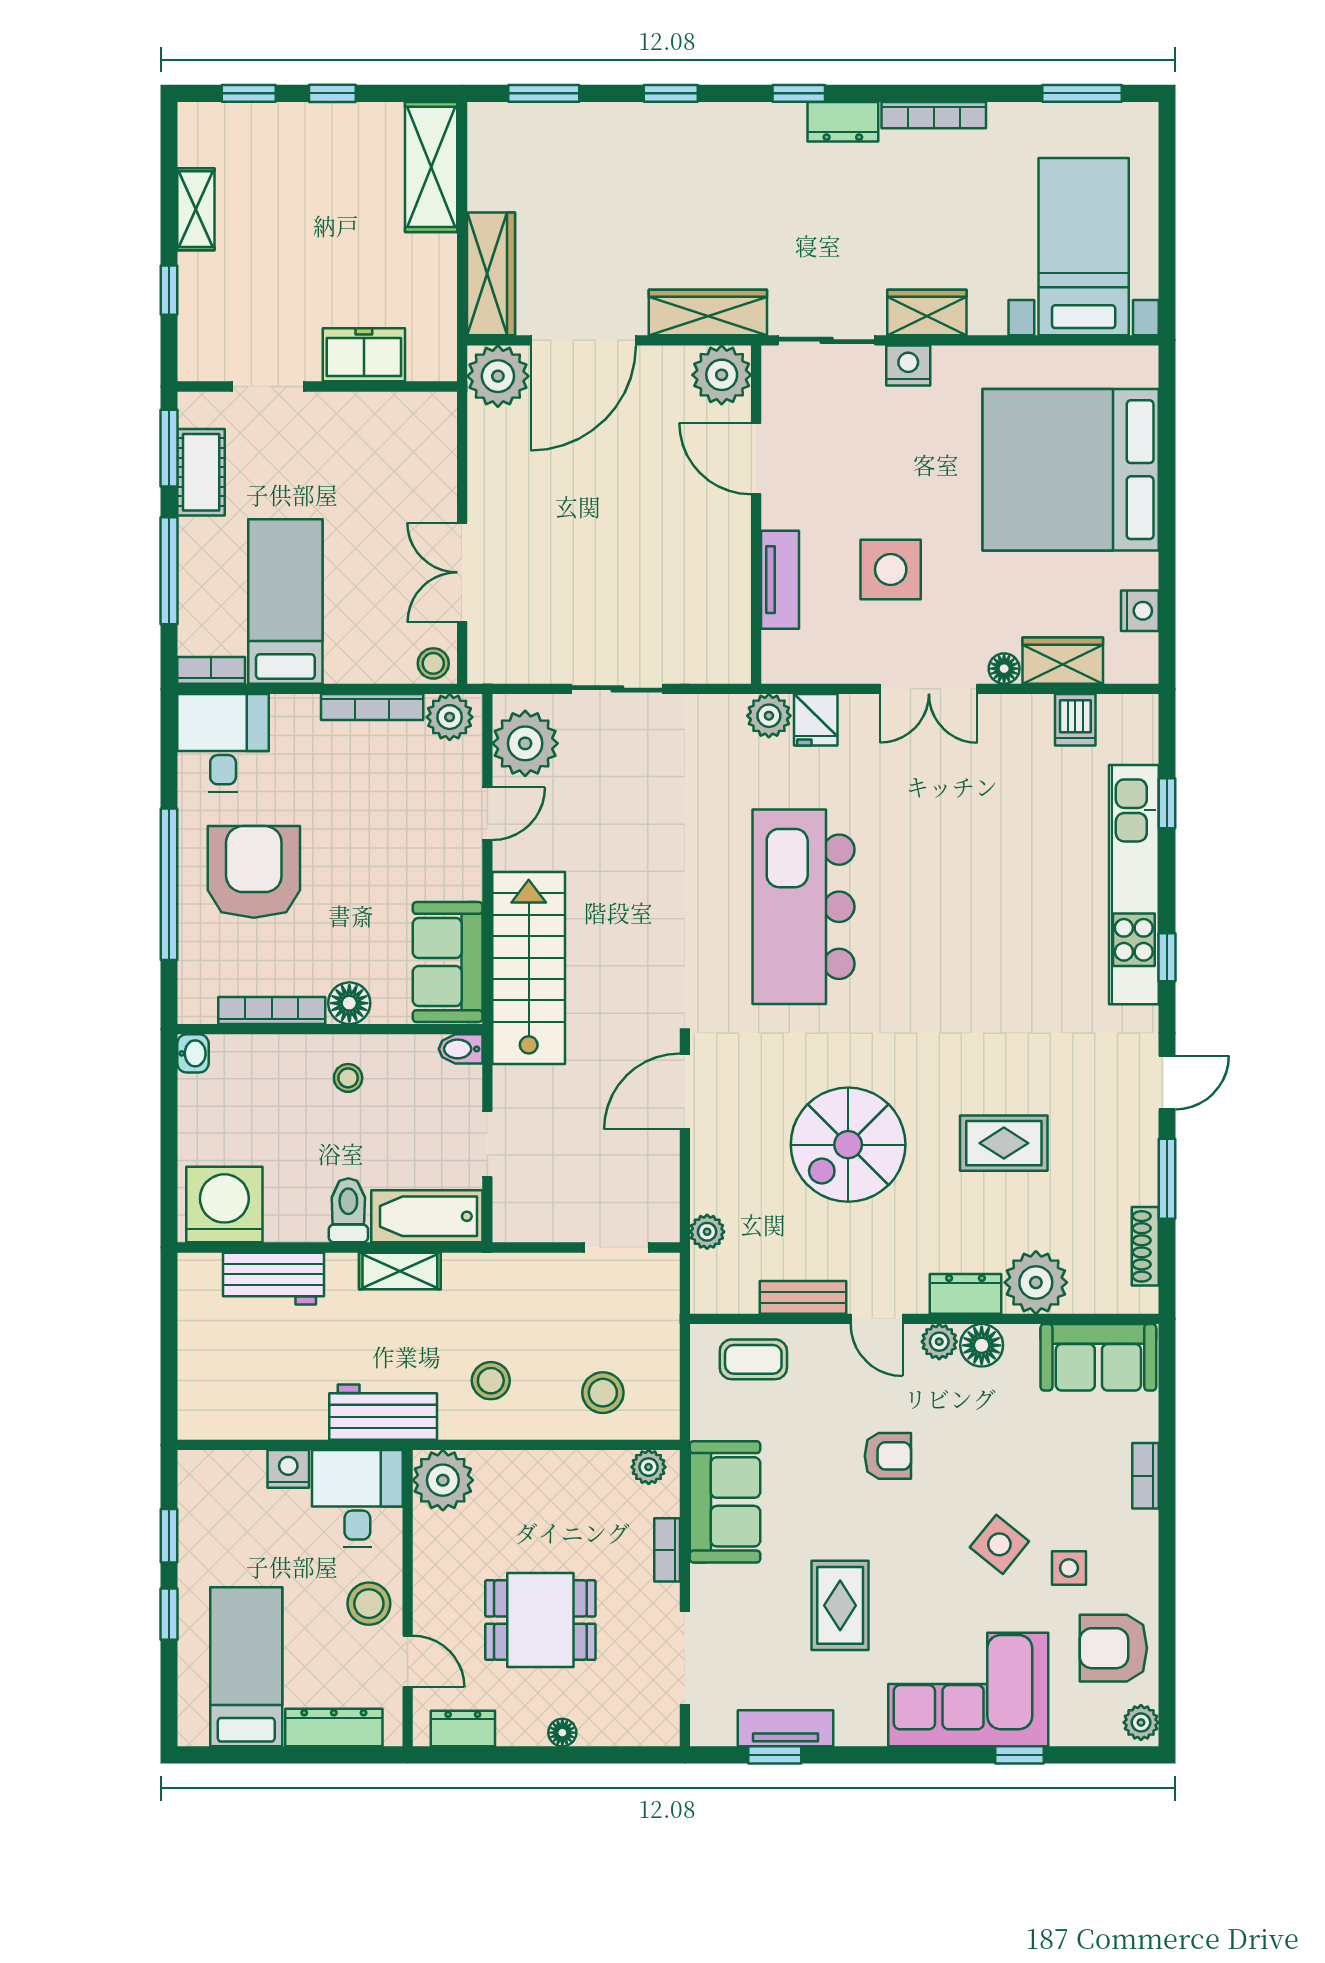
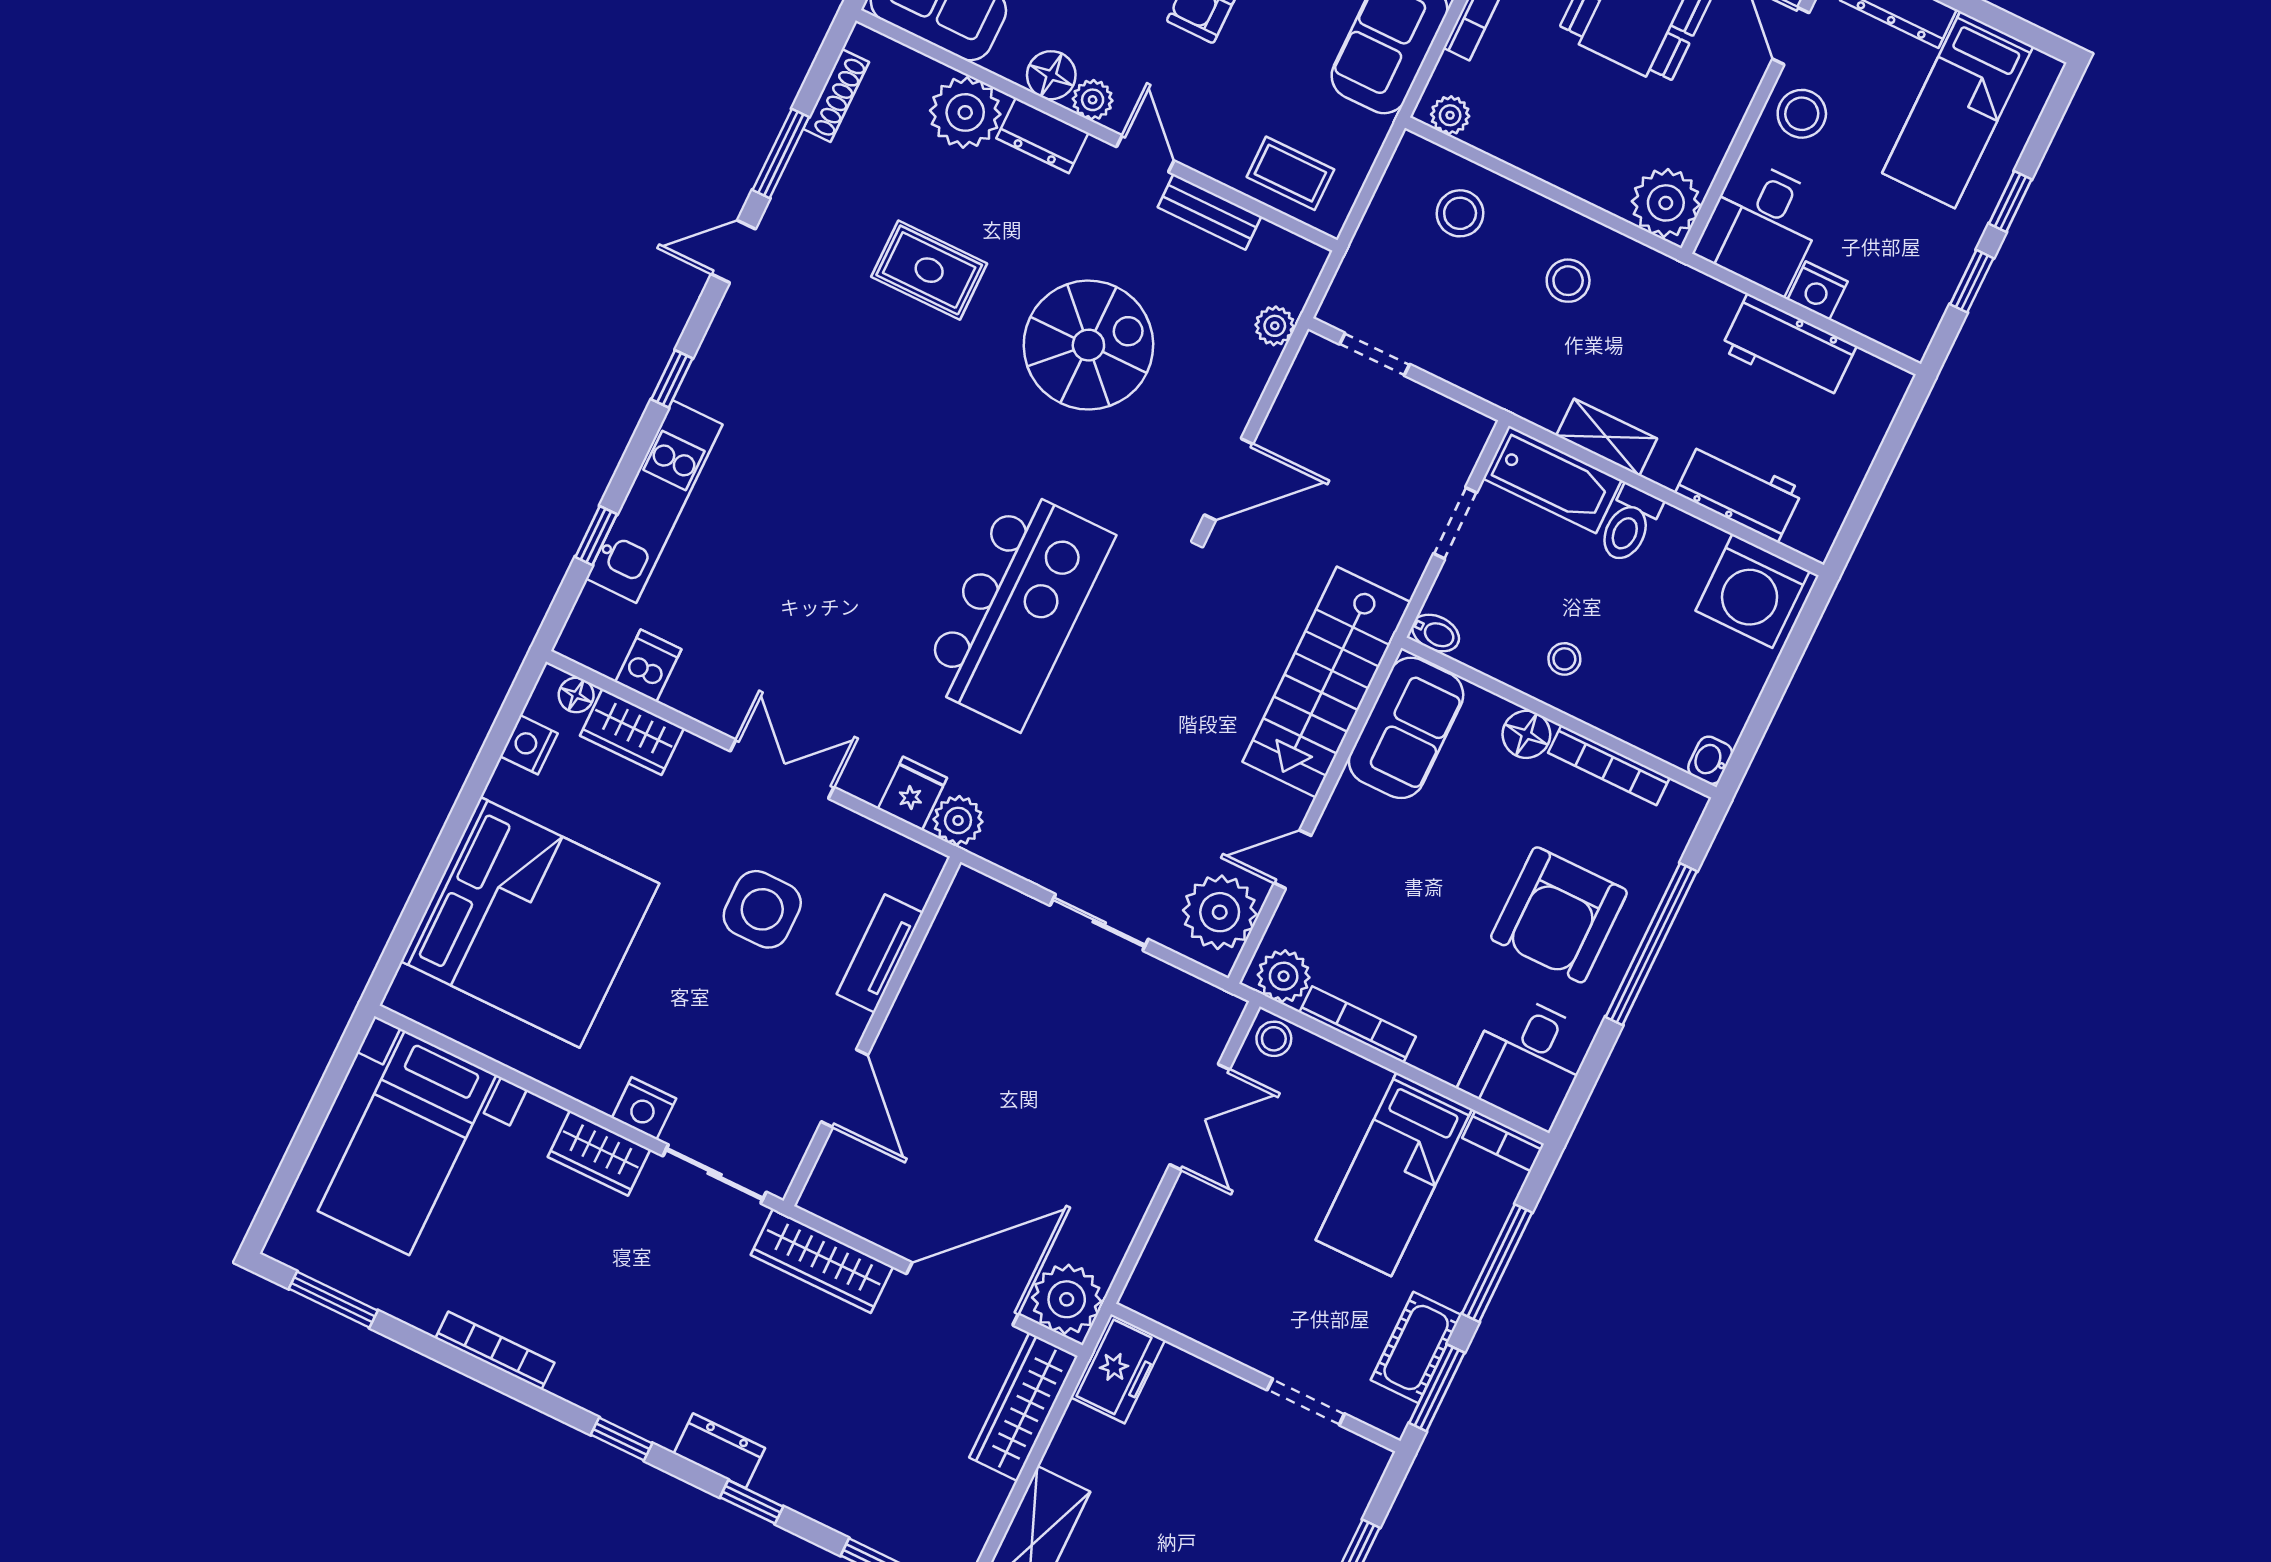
dresser: (843, 122) -> (719, 1451), moved
freezer: (364, 355) -> (1118, 1369), moved, turned -90
plant: (722, 375) -> (838, 1191), removed
floor lamp: (1004, 669) -> (576, 695), moved
kitchen unit: (1134, 885) -> (654, 502), width x0.73
workbench: (383, 1412) -> (1789, 348), moved

